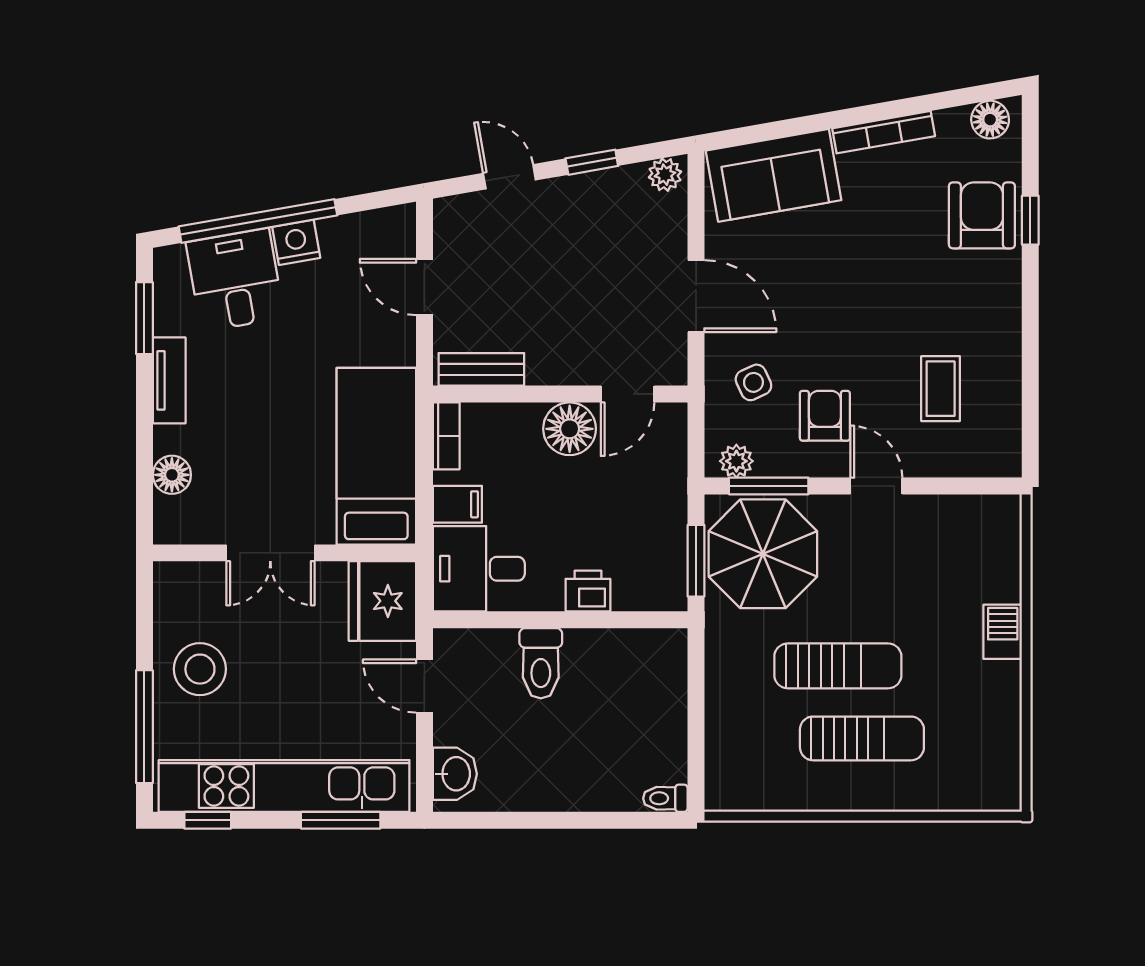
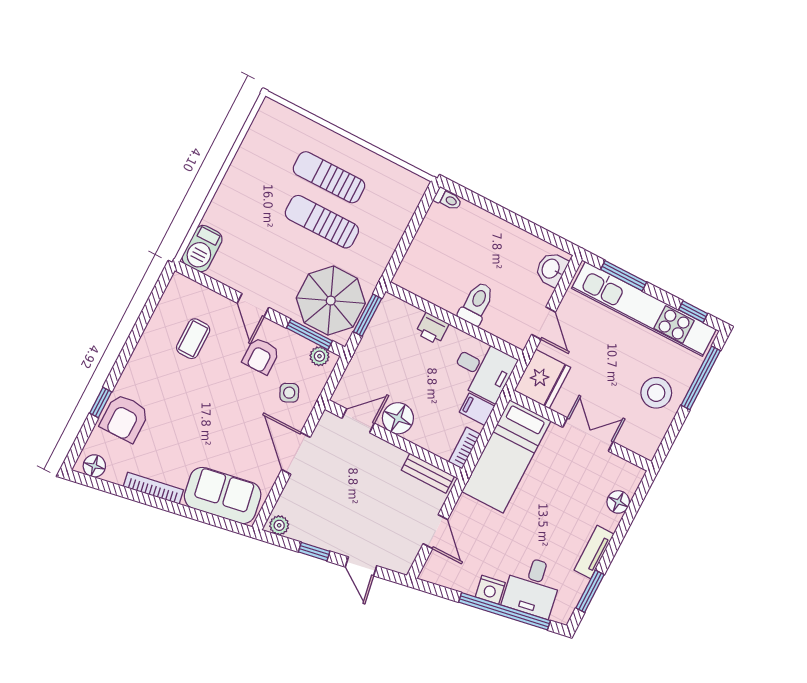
barbecue: (1003, 632) -> (202, 249), moved, width x1.38, depth x1.27

